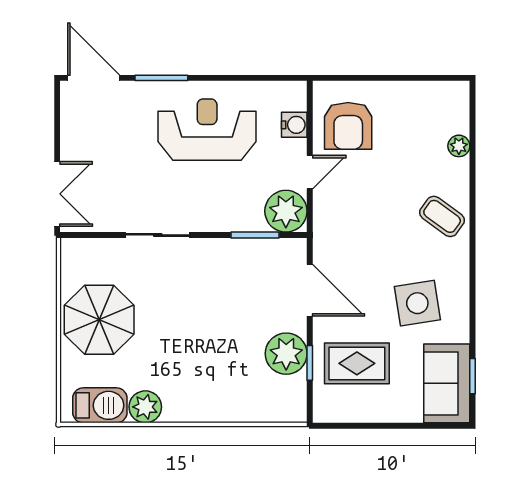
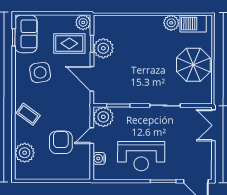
armchair: (348, 126) -> (61, 142), moved
plant: (459, 146) -> (25, 153), width x1.87, depth x1.87
plant: (328, 407) -> (83, 22), added

